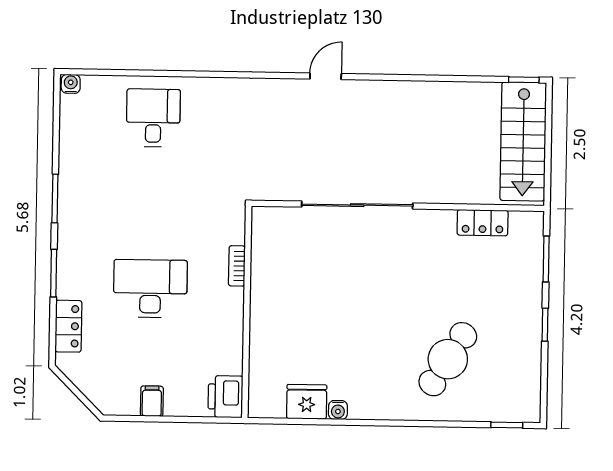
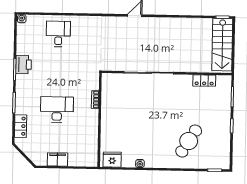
printer: (225, 397) -> (24, 65), moved, turned 180
filing cabinet: (152, 401) -> (57, 159), width x2.00
fridge: (307, 402) -> (112, 160), moved

